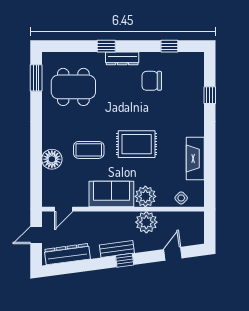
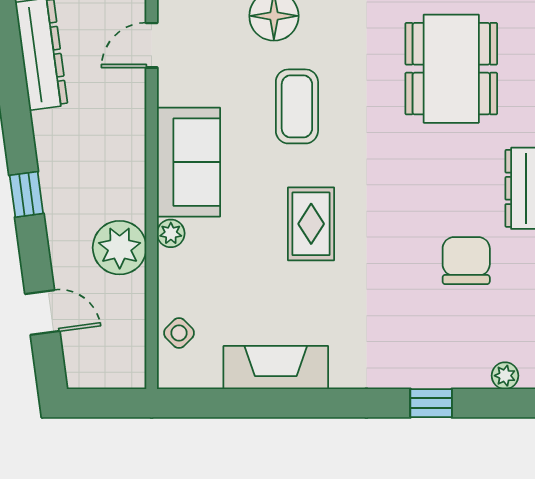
plant: (199, 65) -> (505, 376), added
rug: (137, 144) -> (311, 224), width x0.73, depth x0.70
plant: (145, 196) -> (171, 233), width x0.53, depth x0.53
door: (64, 209) -> (152, 45), hinge flipped
bench: (117, 249) -> (54, 175), removed

